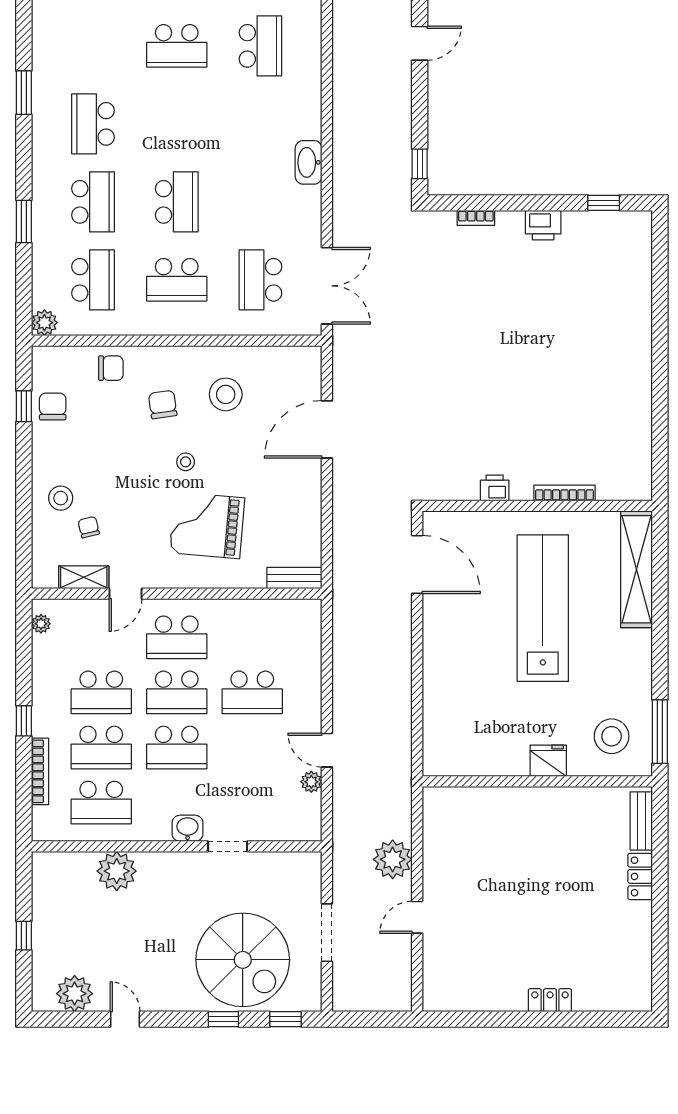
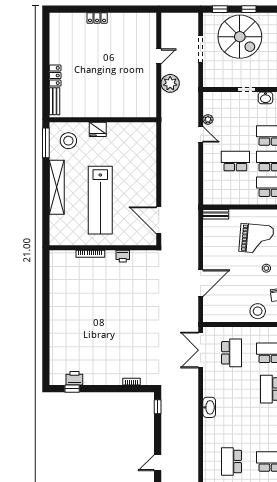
printer: (543, 225) -> (74, 378), moved
stool: (226, 394) -> (258, 311), moved
shelving: (637, 569) -> (57, 187), moved
spiral stairs: (243, 960) -> (240, 37), turned 180

